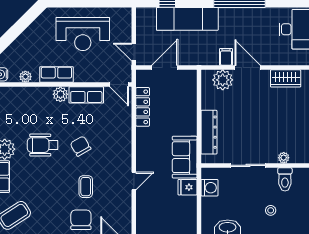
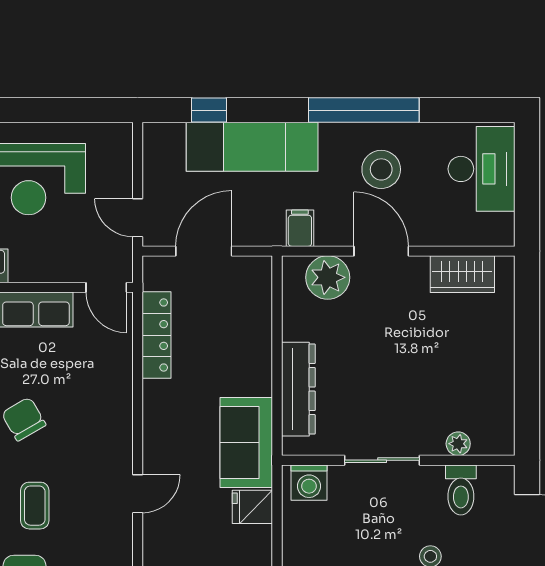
stool: (248, 29) -> (381, 169), added
filing cabinet: (226, 57) -> (300, 228), moved
washing machine: (209, 188) -> (309, 483), moved, turned 90

